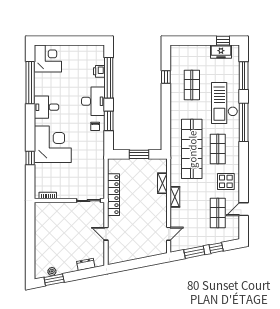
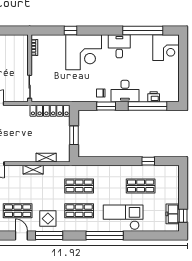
window: (244, 76) -> (49, 236), moved
shop shelf: (192, 149) -> (79, 186), width x0.50, depth x0.74
locker: (114, 195) -> (50, 111), moved

